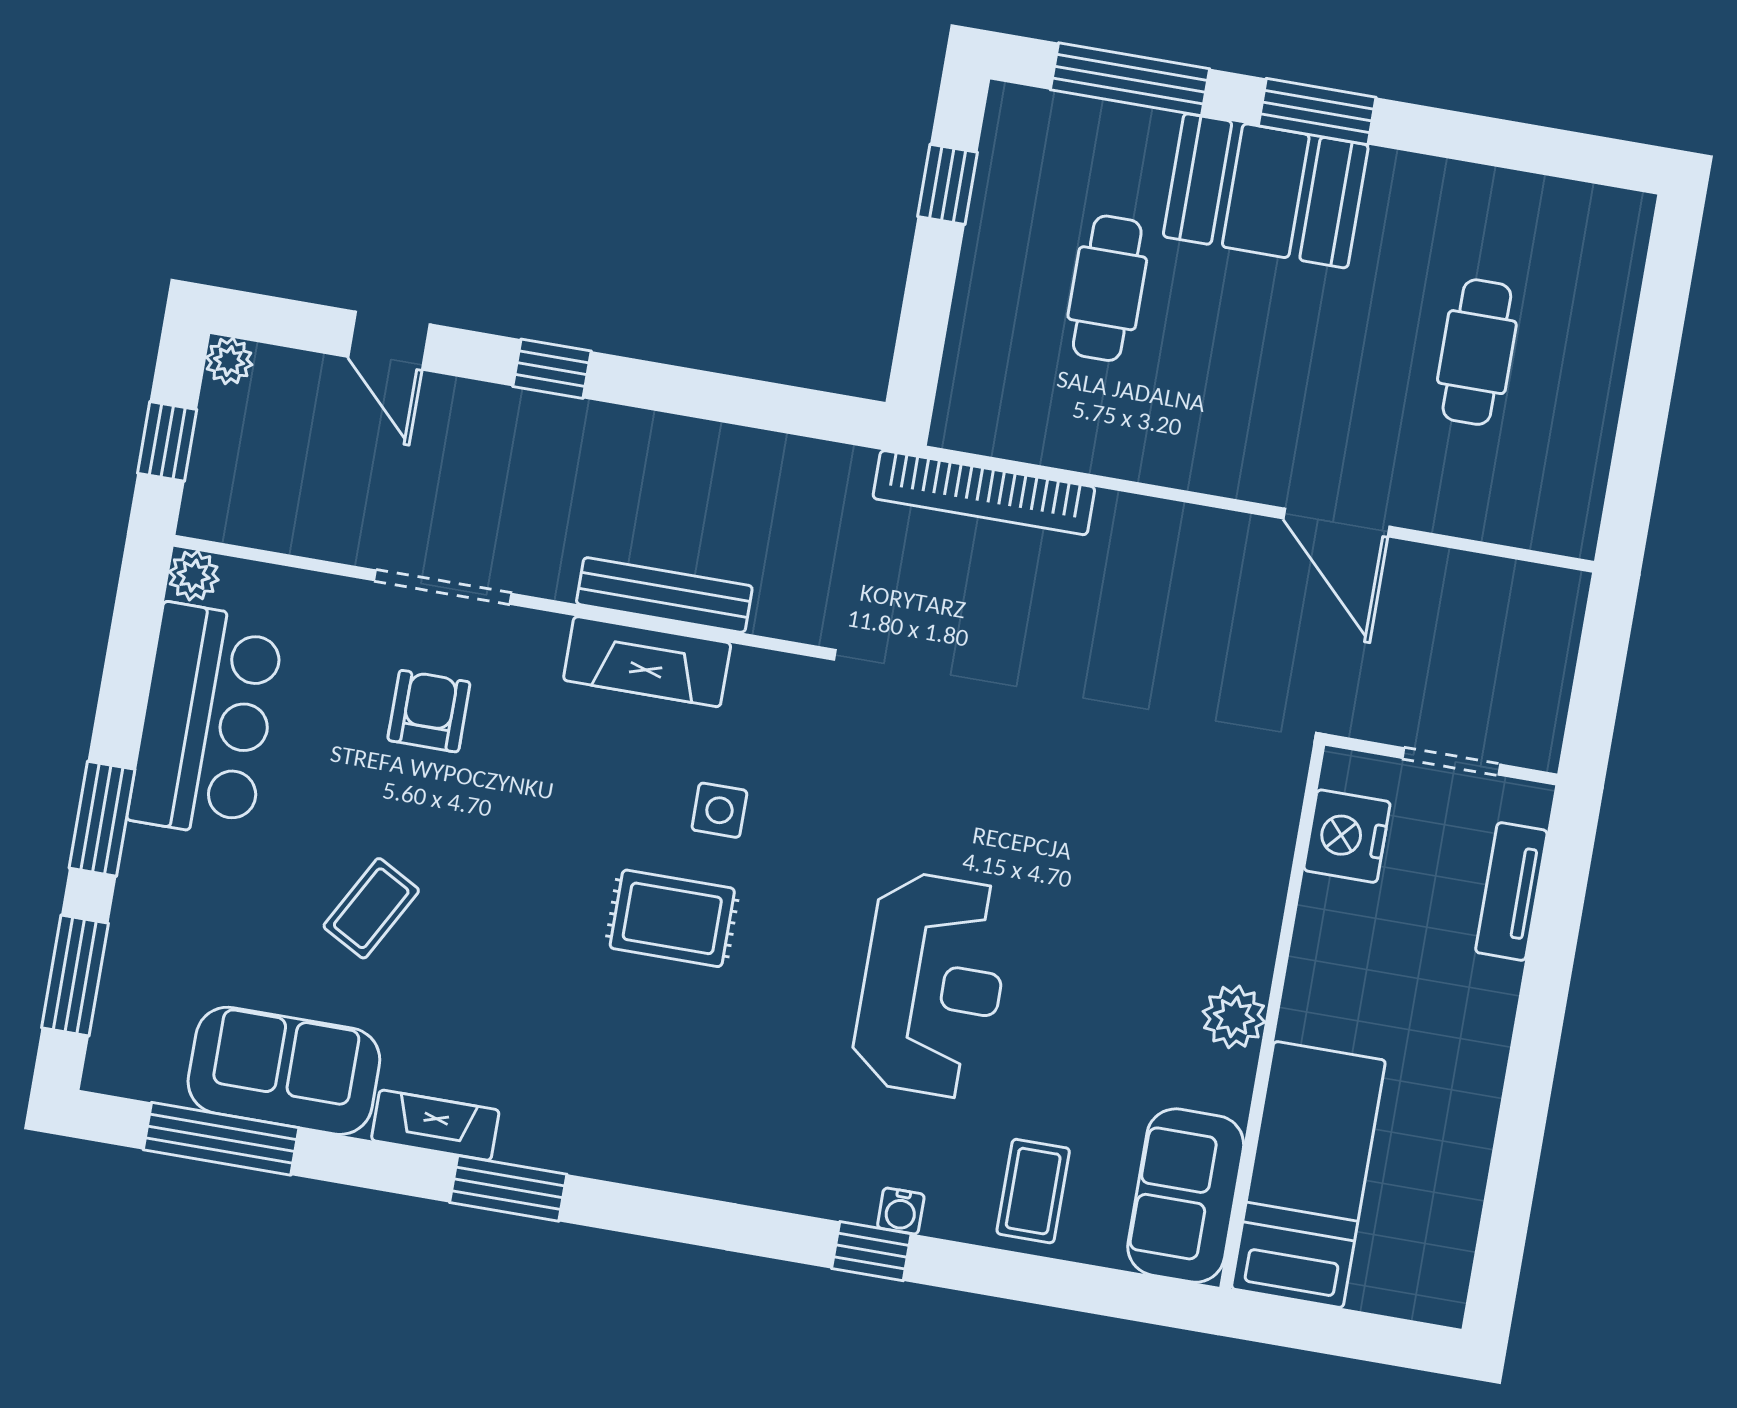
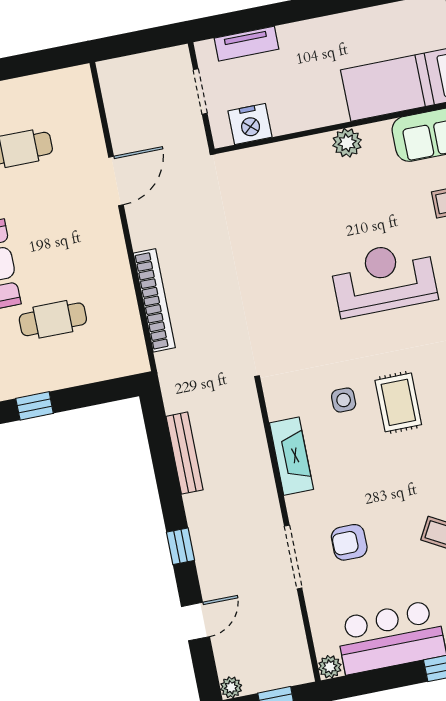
bookcase: (984, 493) -> (154, 300), moved
bench: (664, 595) -> (185, 453), moved

